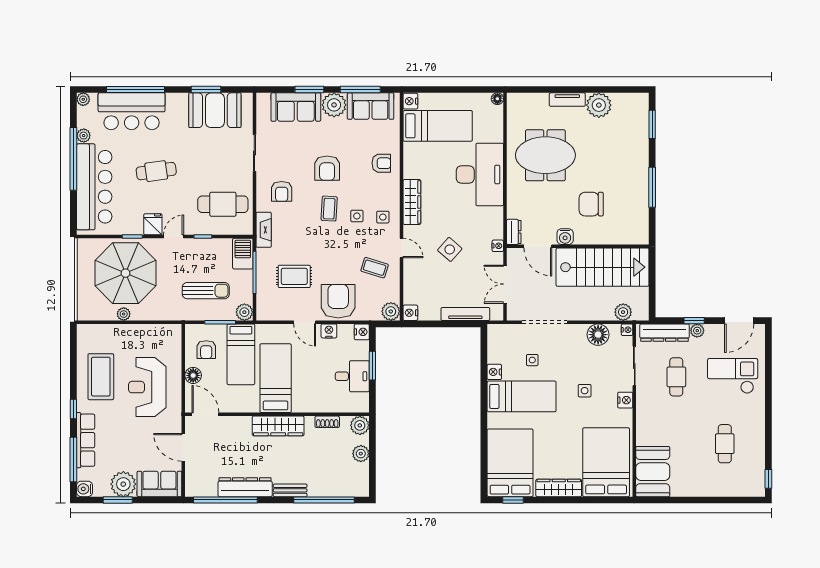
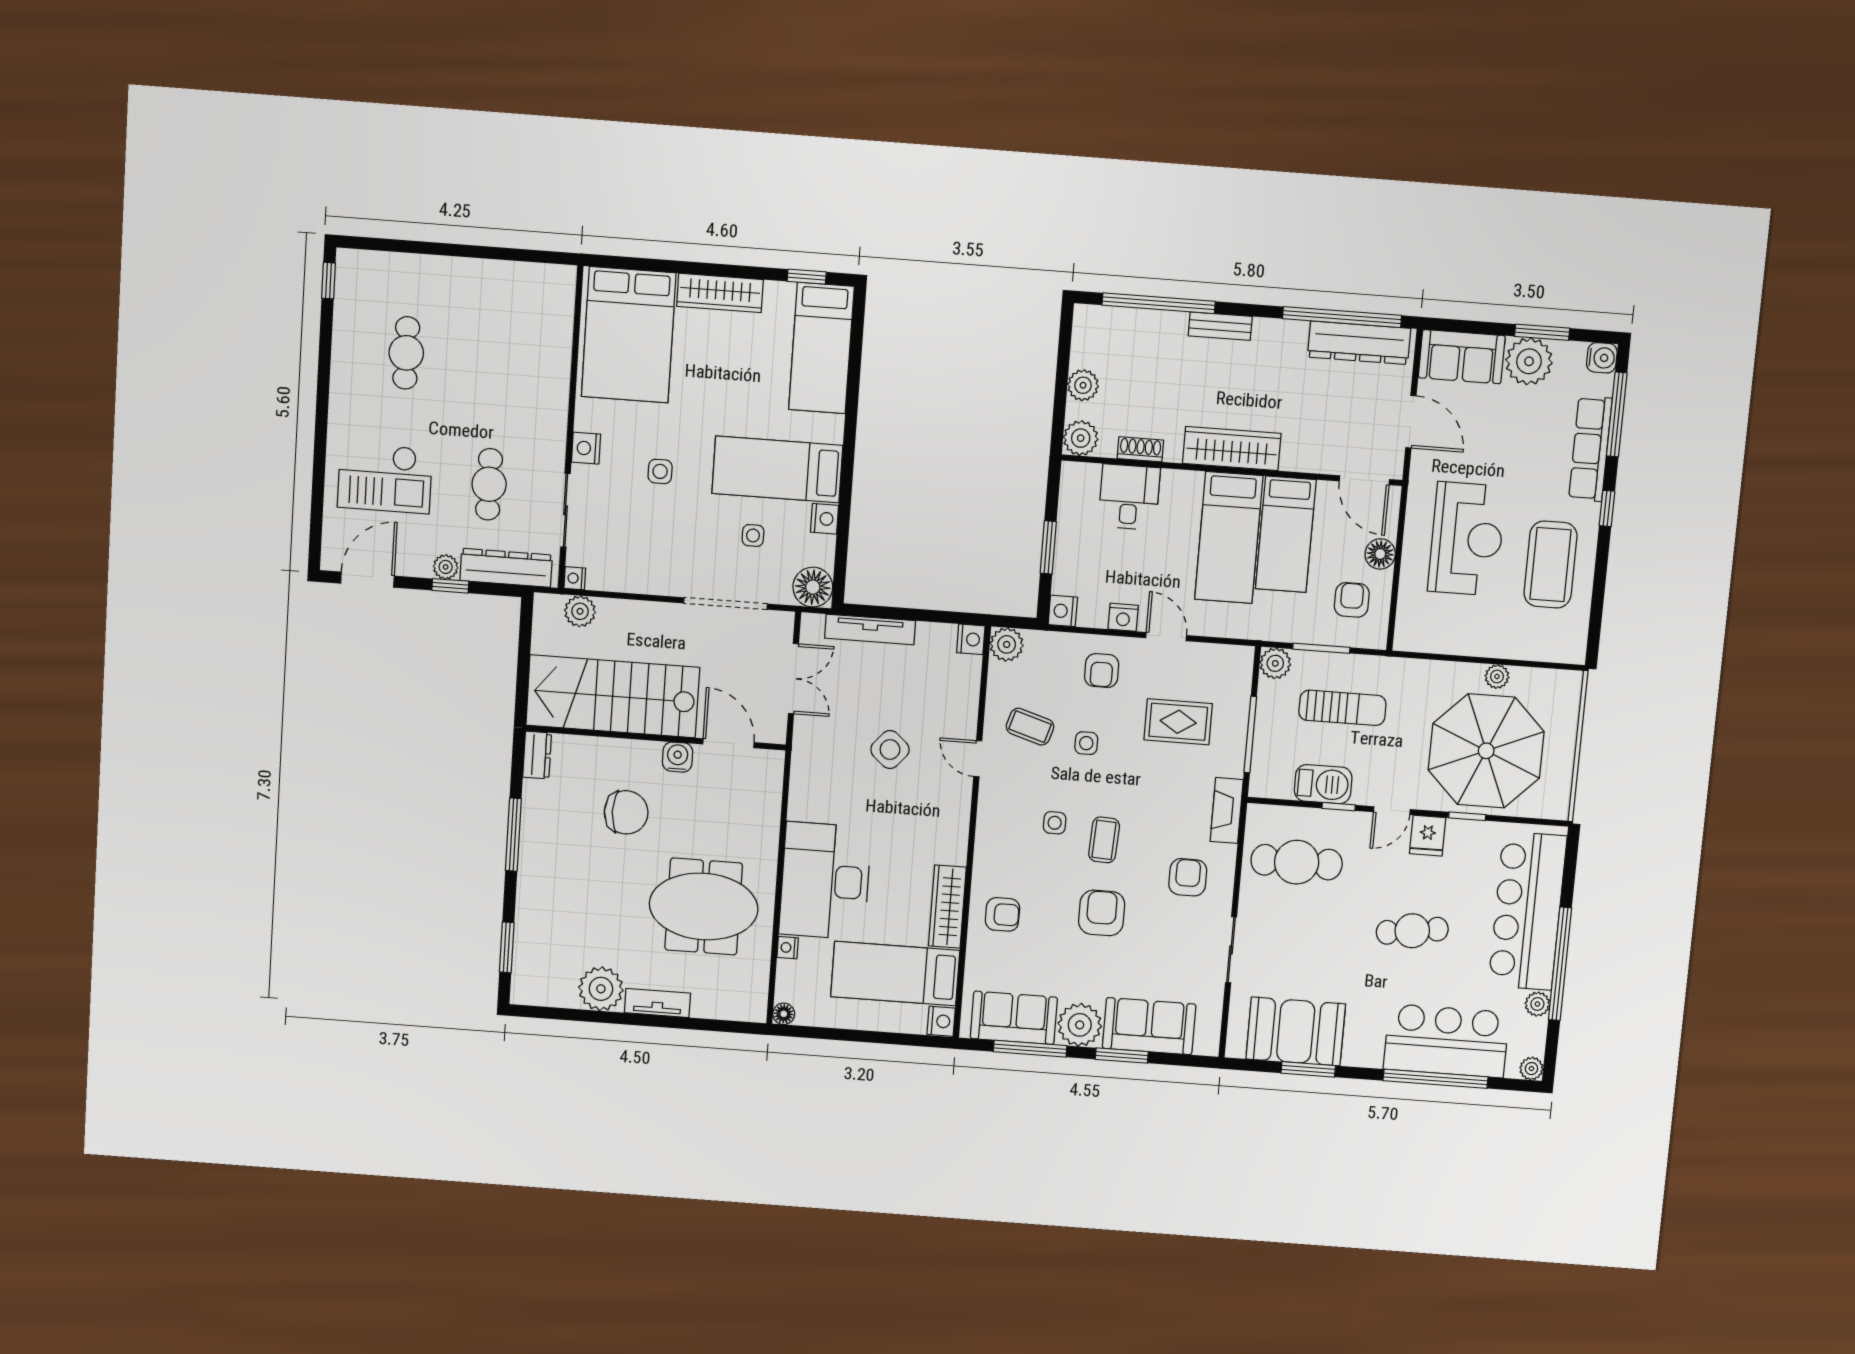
armchair: (381, 163) -> (1002, 914), turned 180
wardrobe: (412, 202) -> (947, 907), moved
side table: (383, 217) -> (1086, 743), moved
dresser: (514, 232) -> (537, 755), moved, turned 180
nightstand: (498, 246) -> (788, 948), moved
barbecue: (243, 254) -> (1323, 784), moved, turned -90
sun lounger: (206, 291) -> (1342, 708), turned 180
armchair: (338, 301) -> (1102, 671), width x0.53, depth x0.53
floor lamp: (598, 335) -> (813, 587), moved
bed: (241, 354) -> (1286, 534), moved, turned 180
desk: (352, 376) -> (1129, 497), moved, turned 90
bed: (510, 463) -> (821, 348), width x0.67
booth: (653, 472) -> (543, 311), removed
dresser: (245, 487) -> (1359, 343), moved

